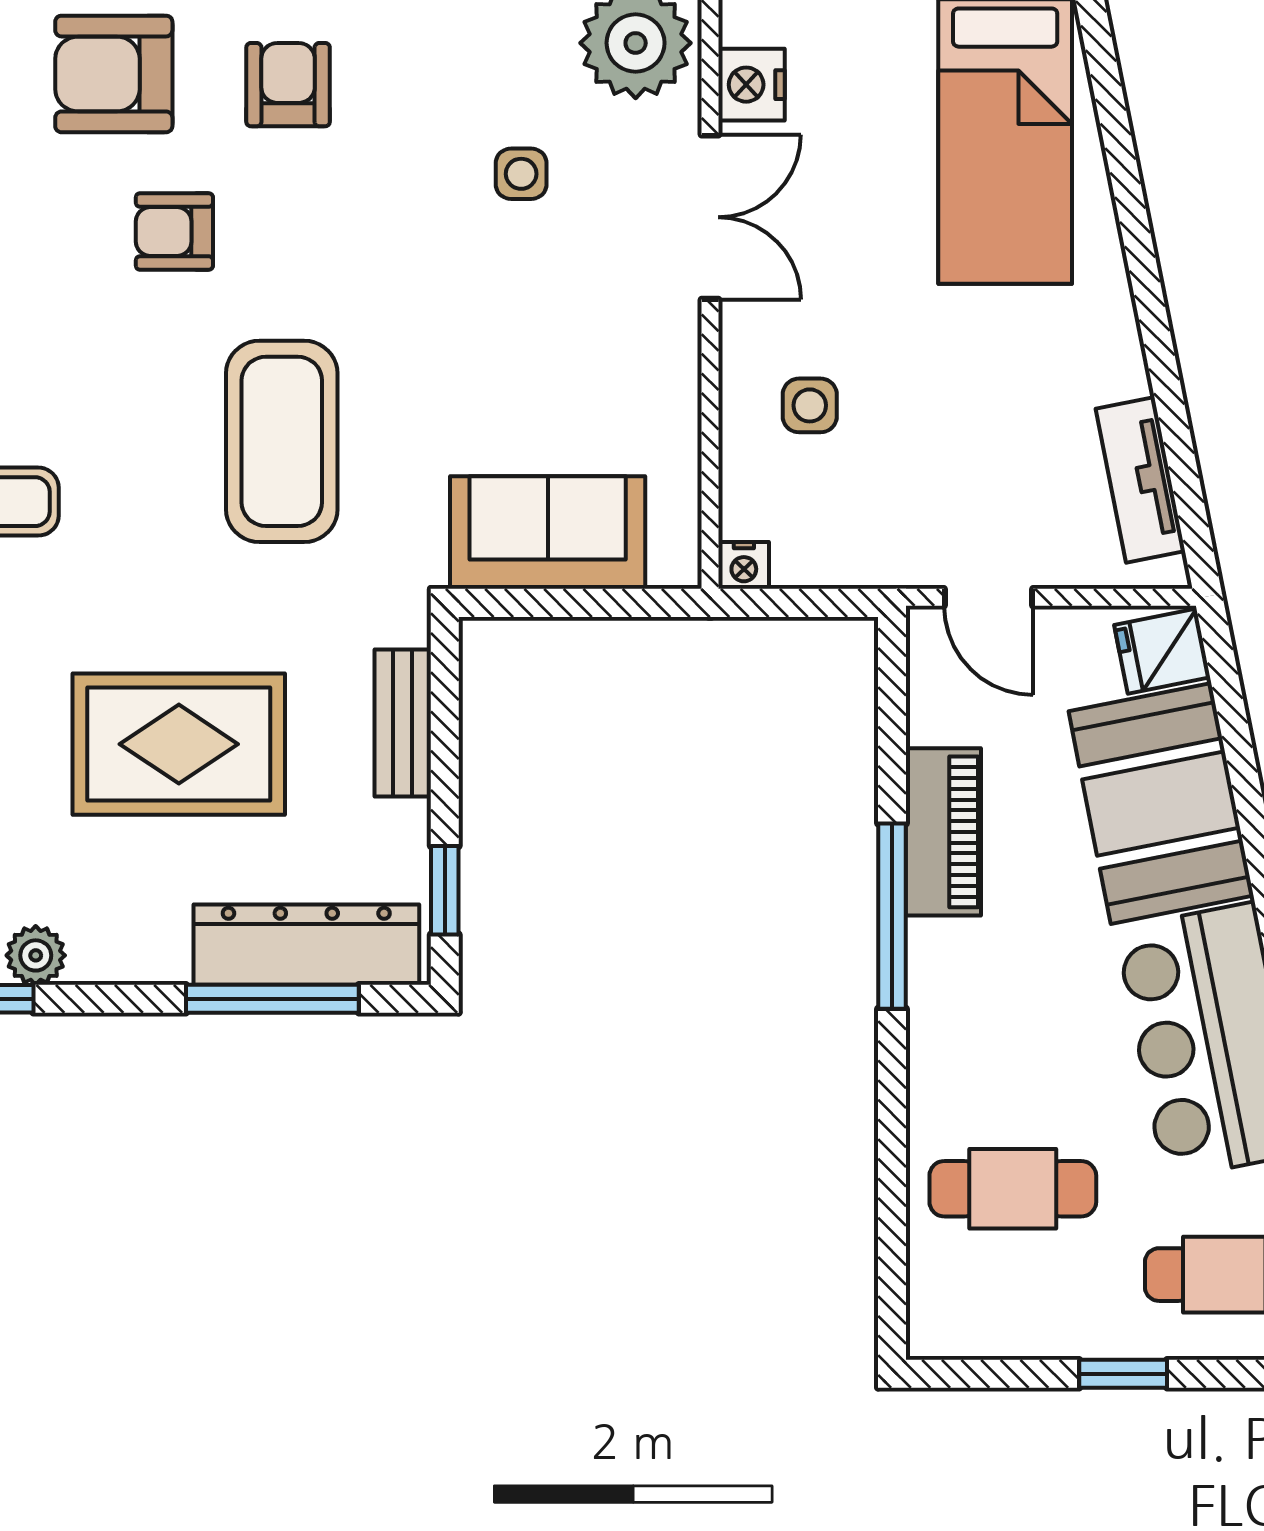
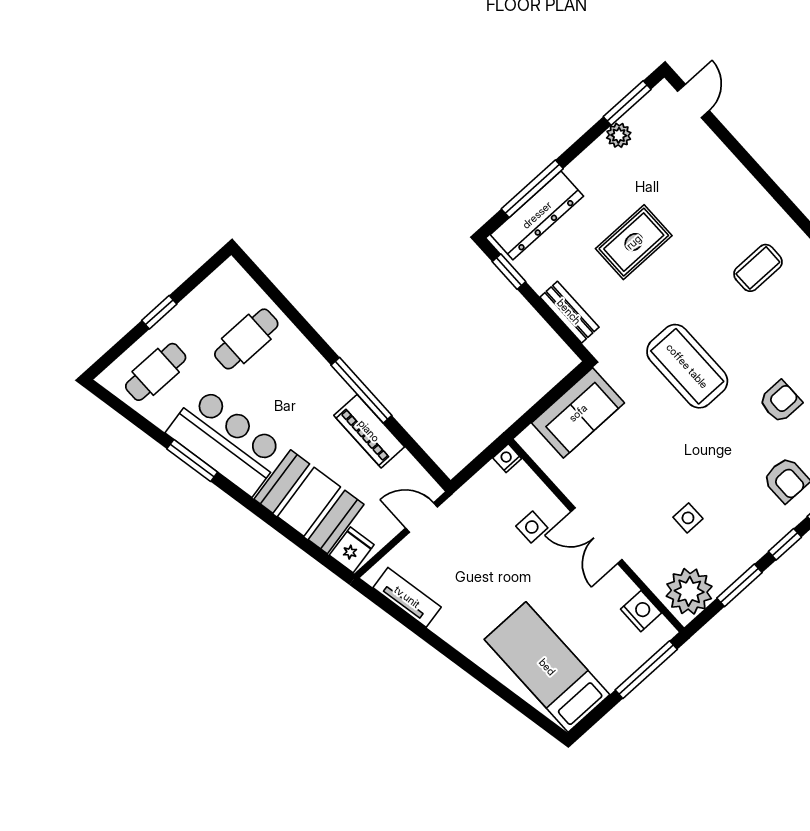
double door: (710, 217) -> (596, 536), moved
rug: (179, 744) -> (634, 242), width x0.73, depth x0.70

